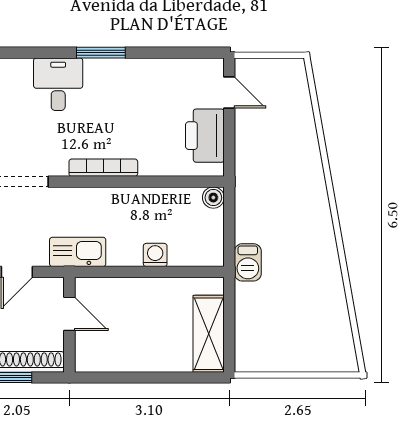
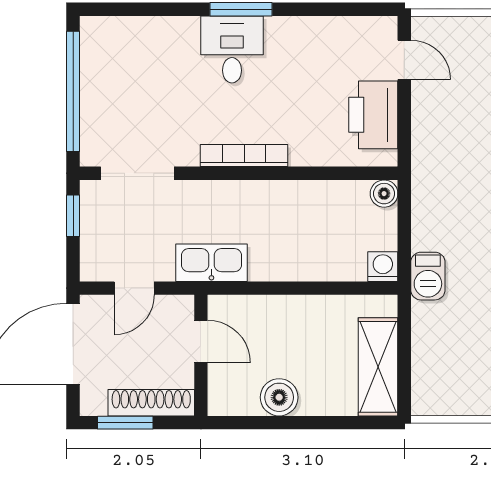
desk: (58, 84) -> (232, 49), moved
washing machine: (155, 255) -> (383, 267), moved
boiler: (131, 358) -> (279, 397), added

